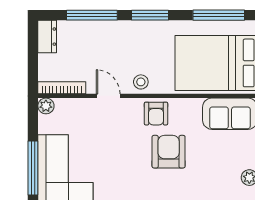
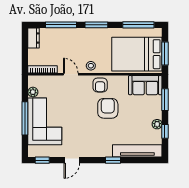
plant: (46, 106) -> (33, 92), moved

